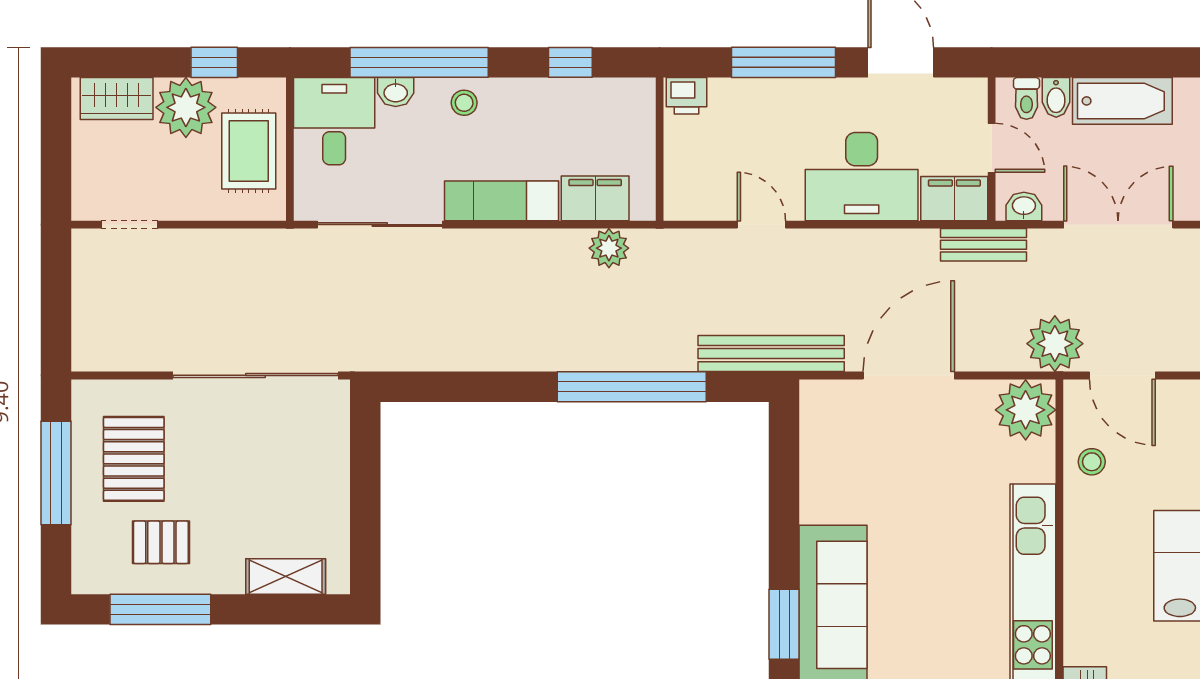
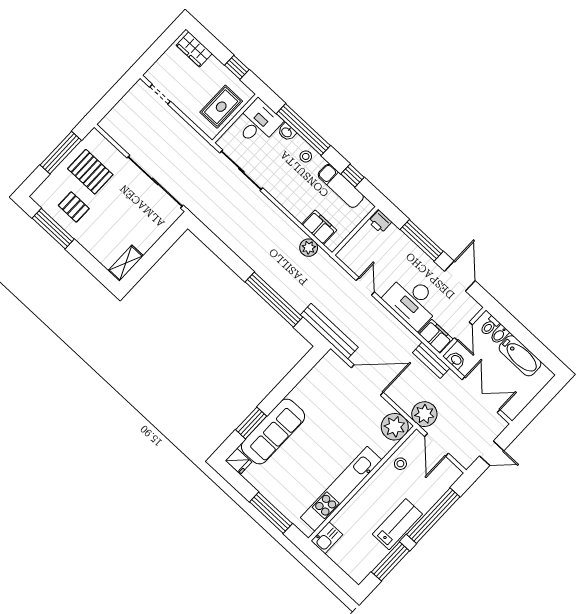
plant: (186, 107) -> (214, 73), removed
exam couch: (501, 201) -> (341, 186), moved, turned 180
pallet: (134, 459) -> (90, 172), turned 90
shelving: (286, 576) -> (126, 263), moved, turned 90

